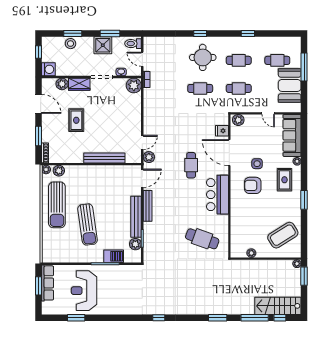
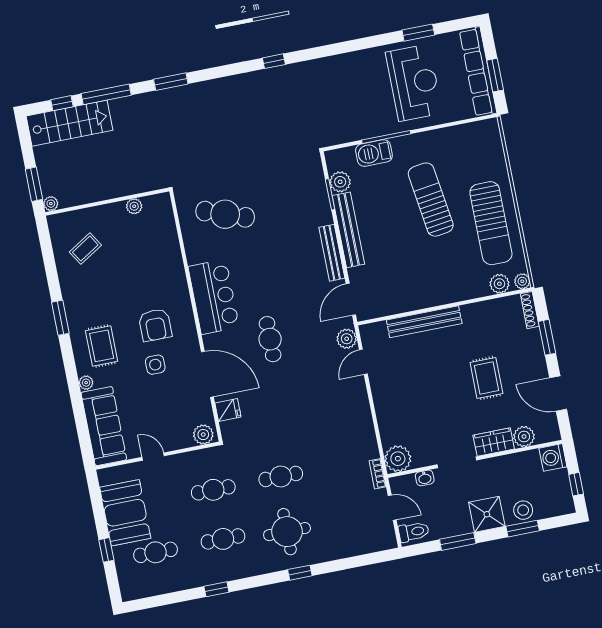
shower: (103, 45) -> (487, 514), moved
window: (304, 67) -> (106, 550), width x0.46
armchair: (253, 185) -> (155, 325), turned 90
sun lounger: (57, 205) -> (491, 223), turned 180
coffee table: (283, 235) -> (85, 249), width x0.54, depth x0.58
row of seats: (48, 283) -> (478, 72), width x1.36

